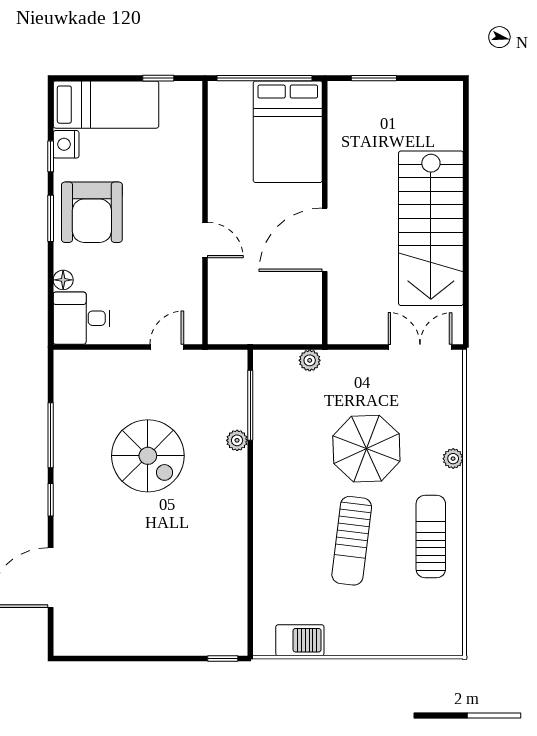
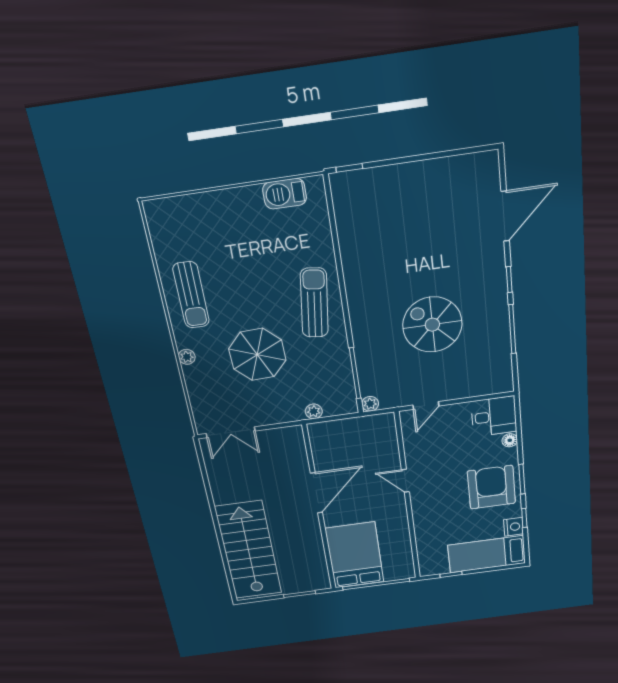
stairs: (431, 228) -> (249, 550), moved
plant: (237, 440) -> (370, 404), moved
sun lounger: (352, 541) -> (314, 303), moved

